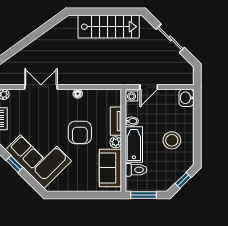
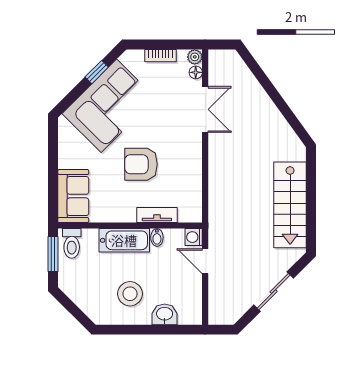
floor lamp: (78, 94) -> (196, 72), moved
washbasin: (186, 98) -> (165, 314), moved
plant: (116, 142) -> (127, 215), removed
sofa: (110, 168) -> (73, 196), moved, turned 90
toilet: (136, 170) -> (72, 243), moved
window: (183, 180) -> (73, 310), removed

